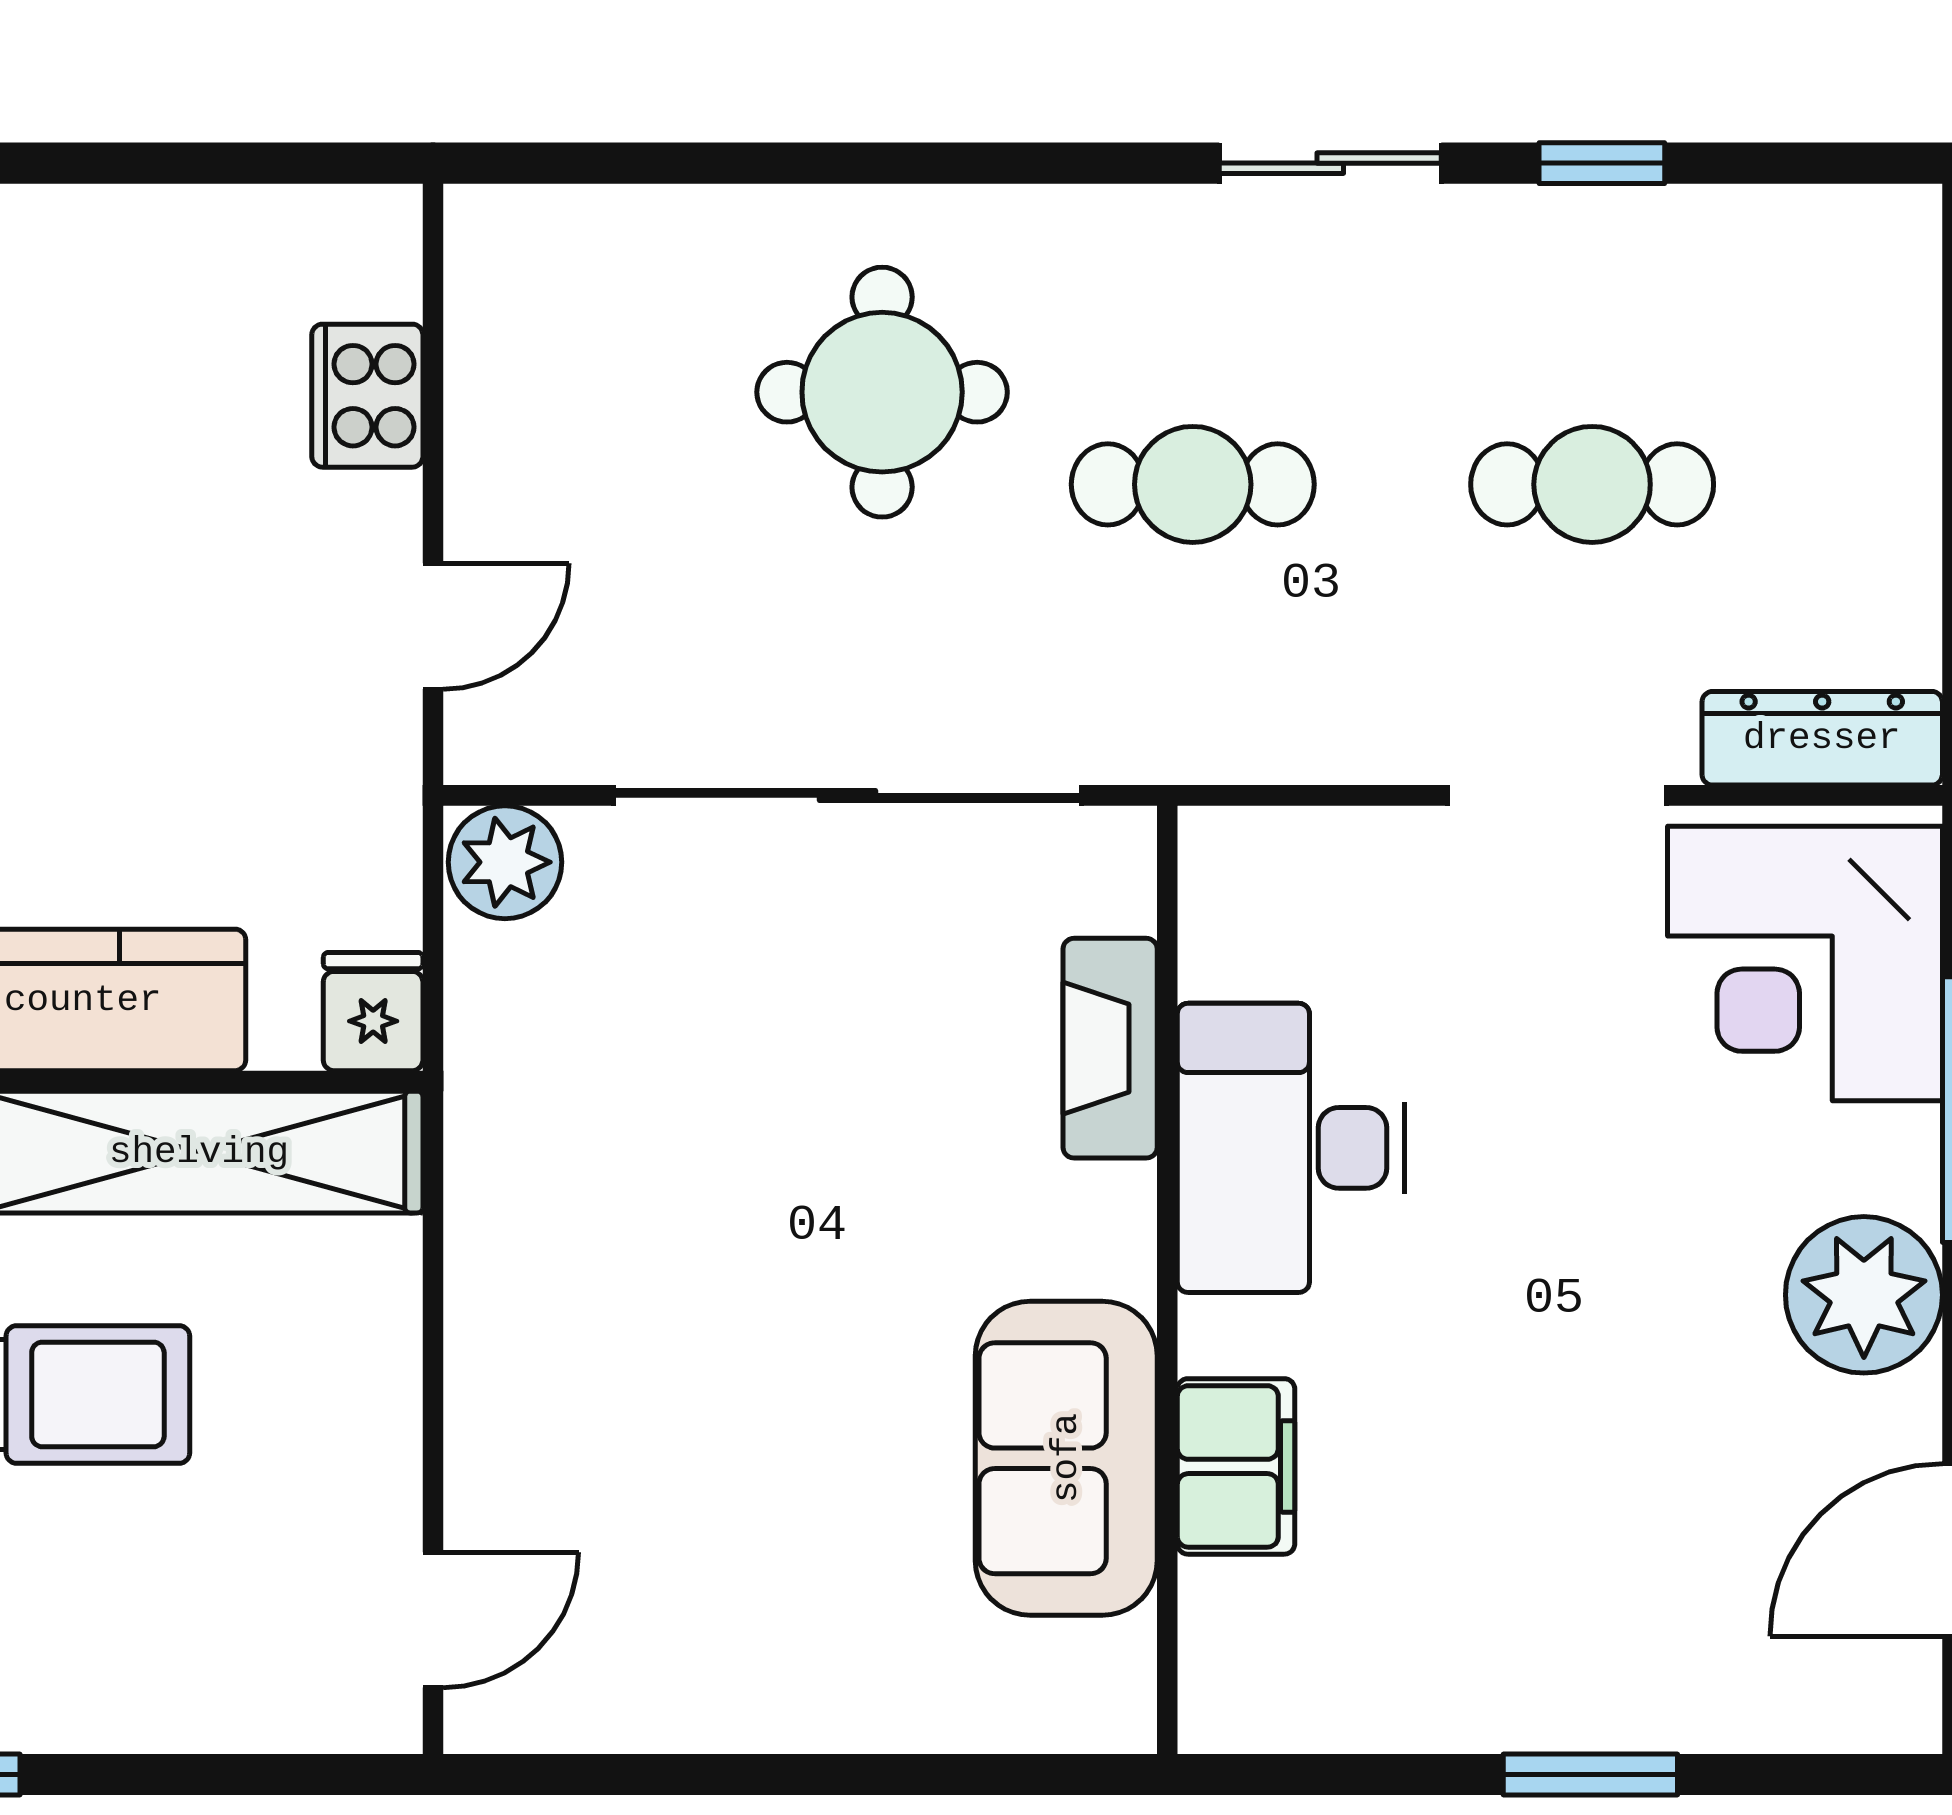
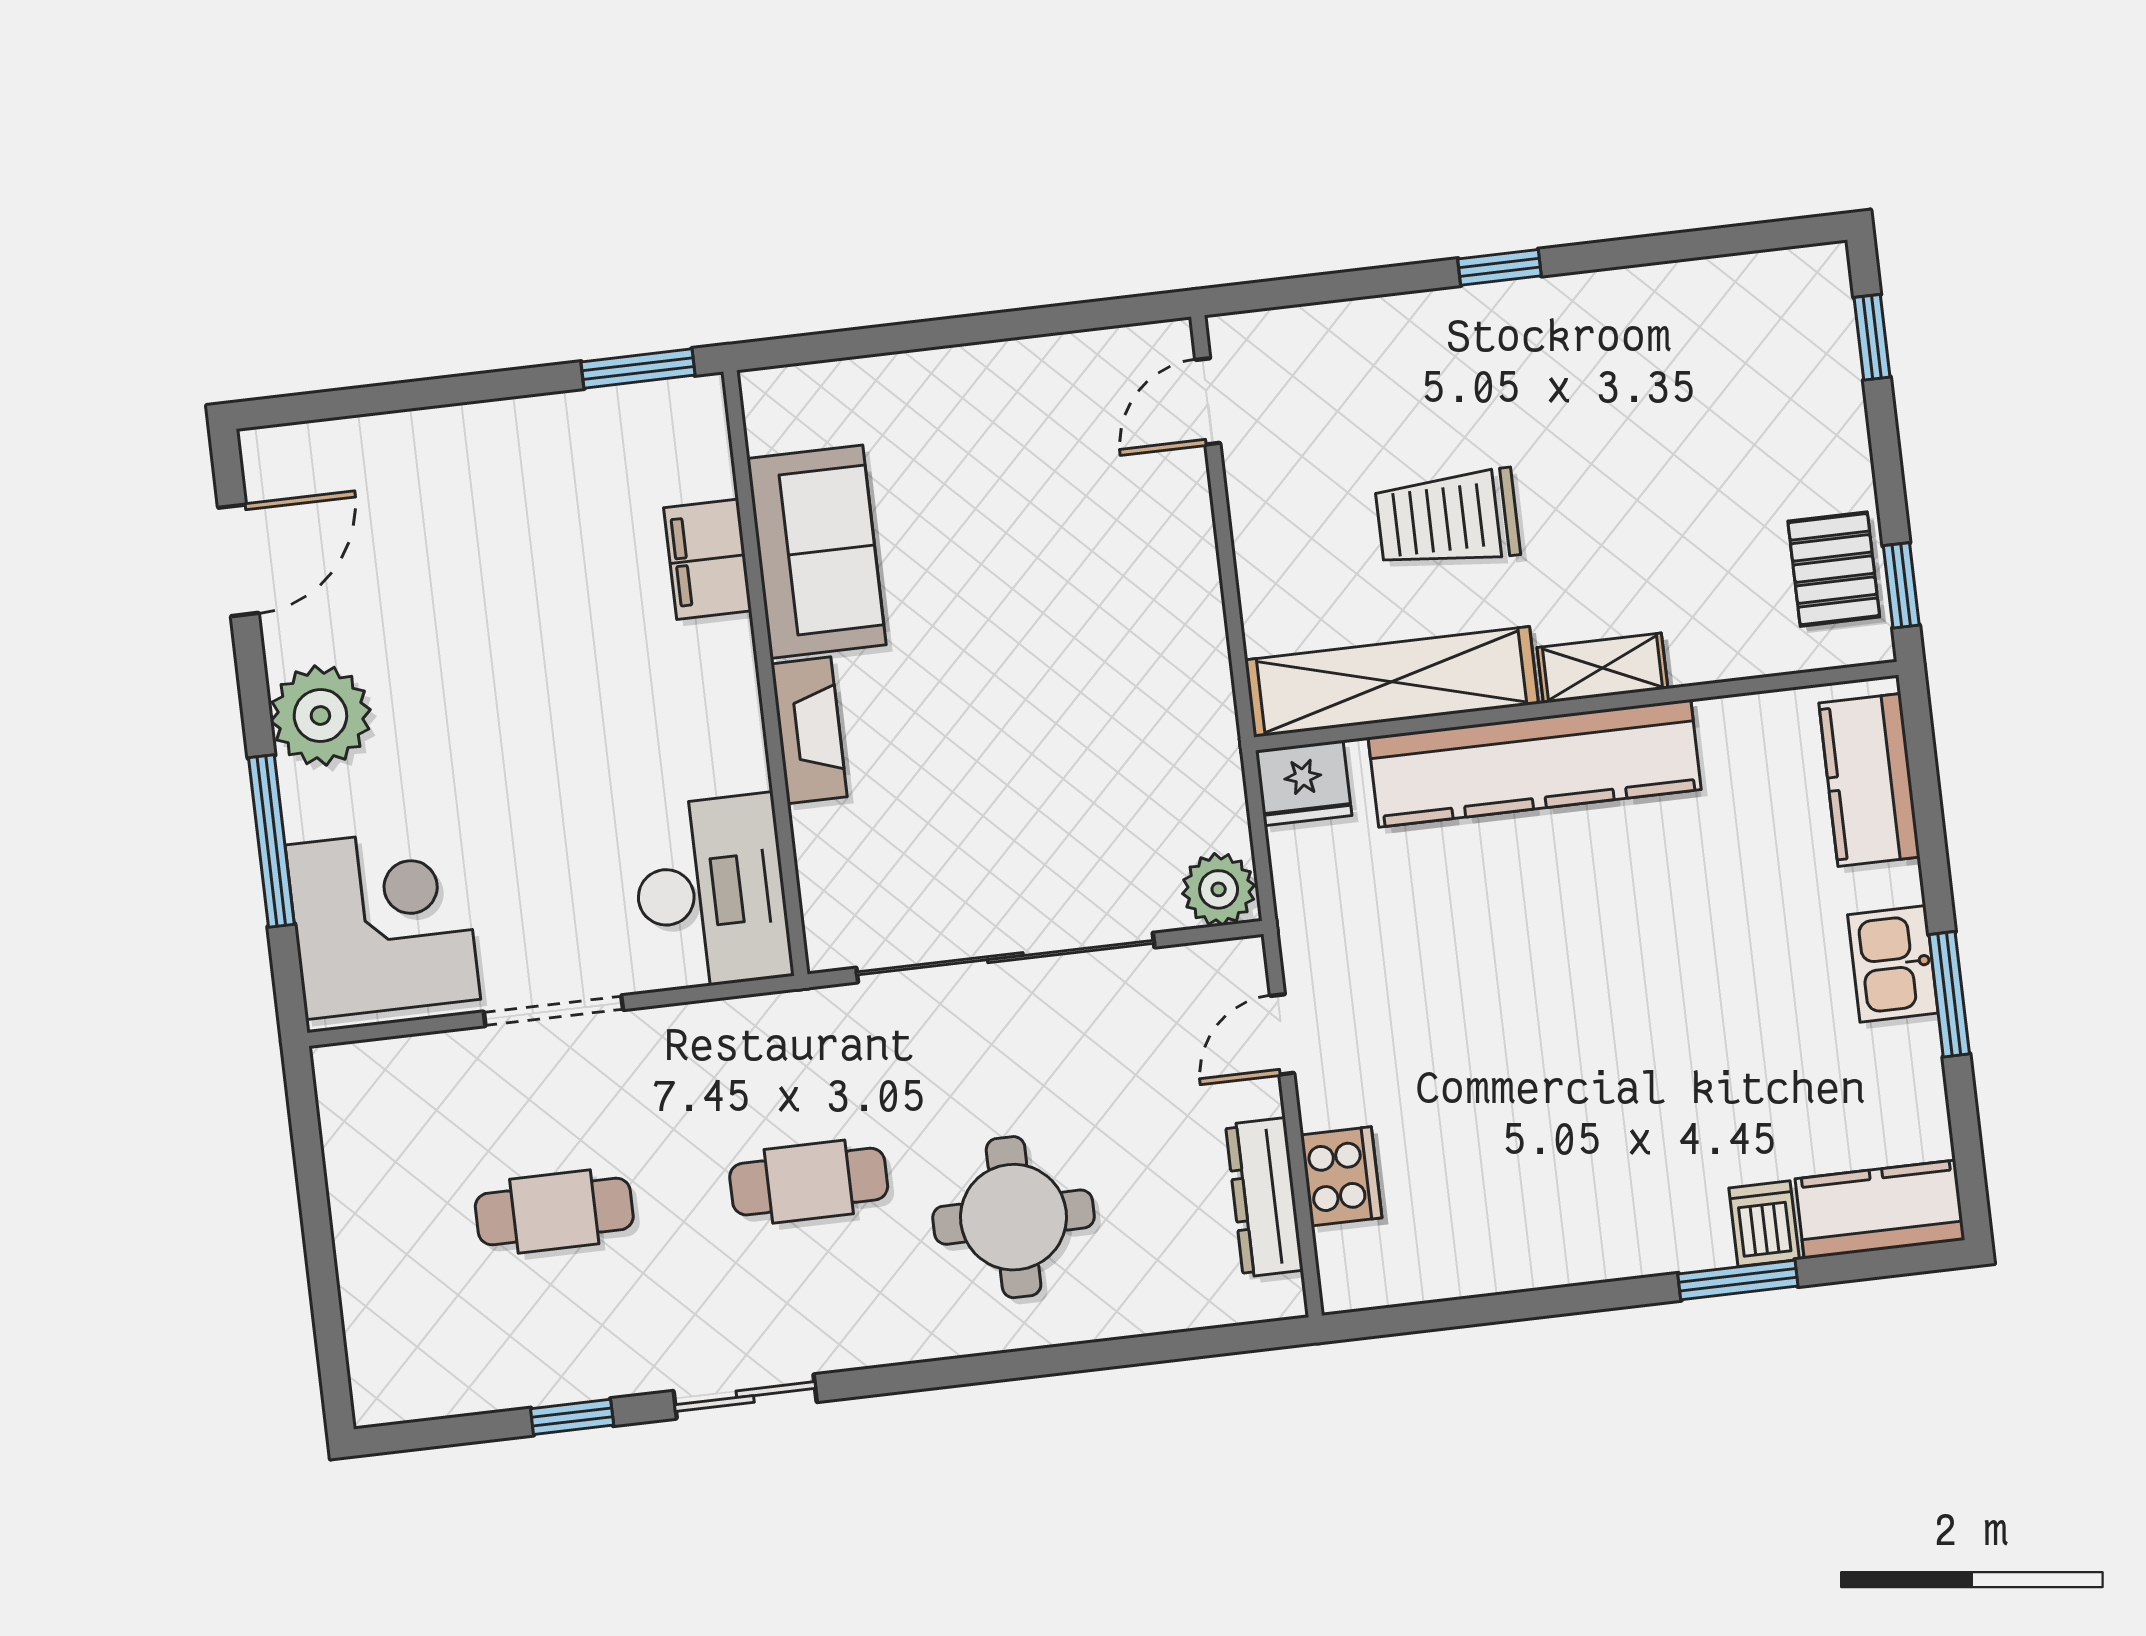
dresser: (1822, 738) -> (1264, 1197), moved, turned 90
fridge: (373, 1012) -> (1304, 783), width x1.38
fireplace: (1110, 1048) -> (809, 730), moved
desk: (1291, 1148) -> (711, 892), moved
window: (1590, 1774) -> (638, 368), moved

